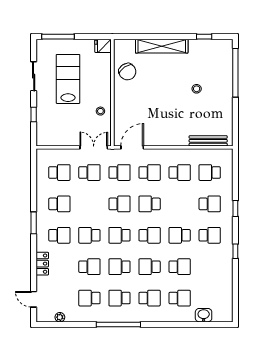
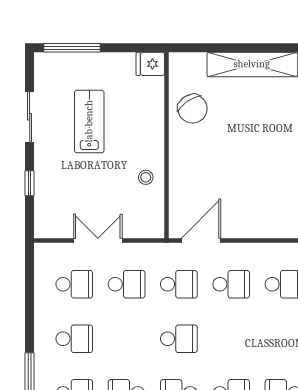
lab bench: (68, 79) -> (89, 121), width x0.73, depth x0.72
double door: (94, 147) -> (98, 240), moved
school desk: (150, 204) -> (231, 339), removed

